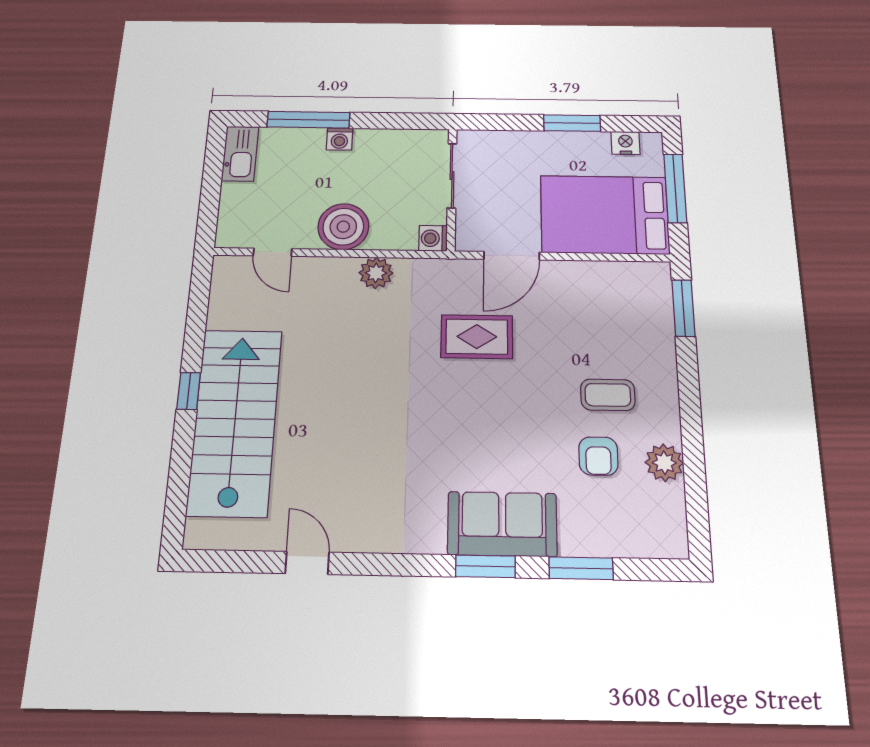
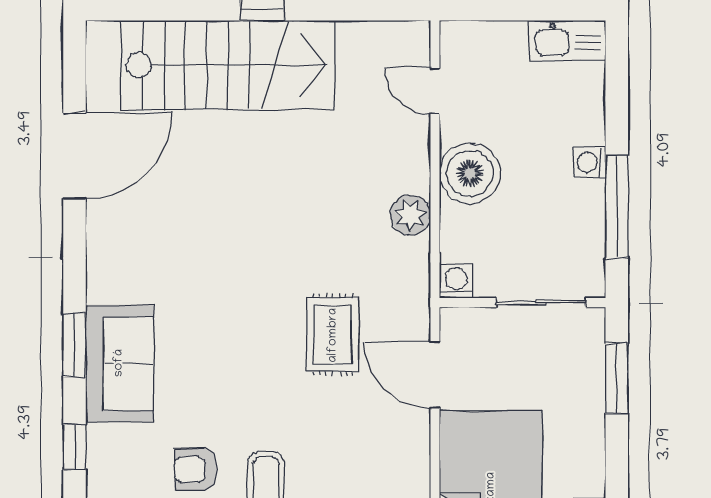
window: (308, 120) -> (617, 207), moved
window: (572, 123) -> (617, 378), moved
door: (273, 252) -> (435, 91), hinge flipped
door: (307, 563) -> (74, 156), width x1.87
window: (581, 568) -> (74, 447), width x0.67

